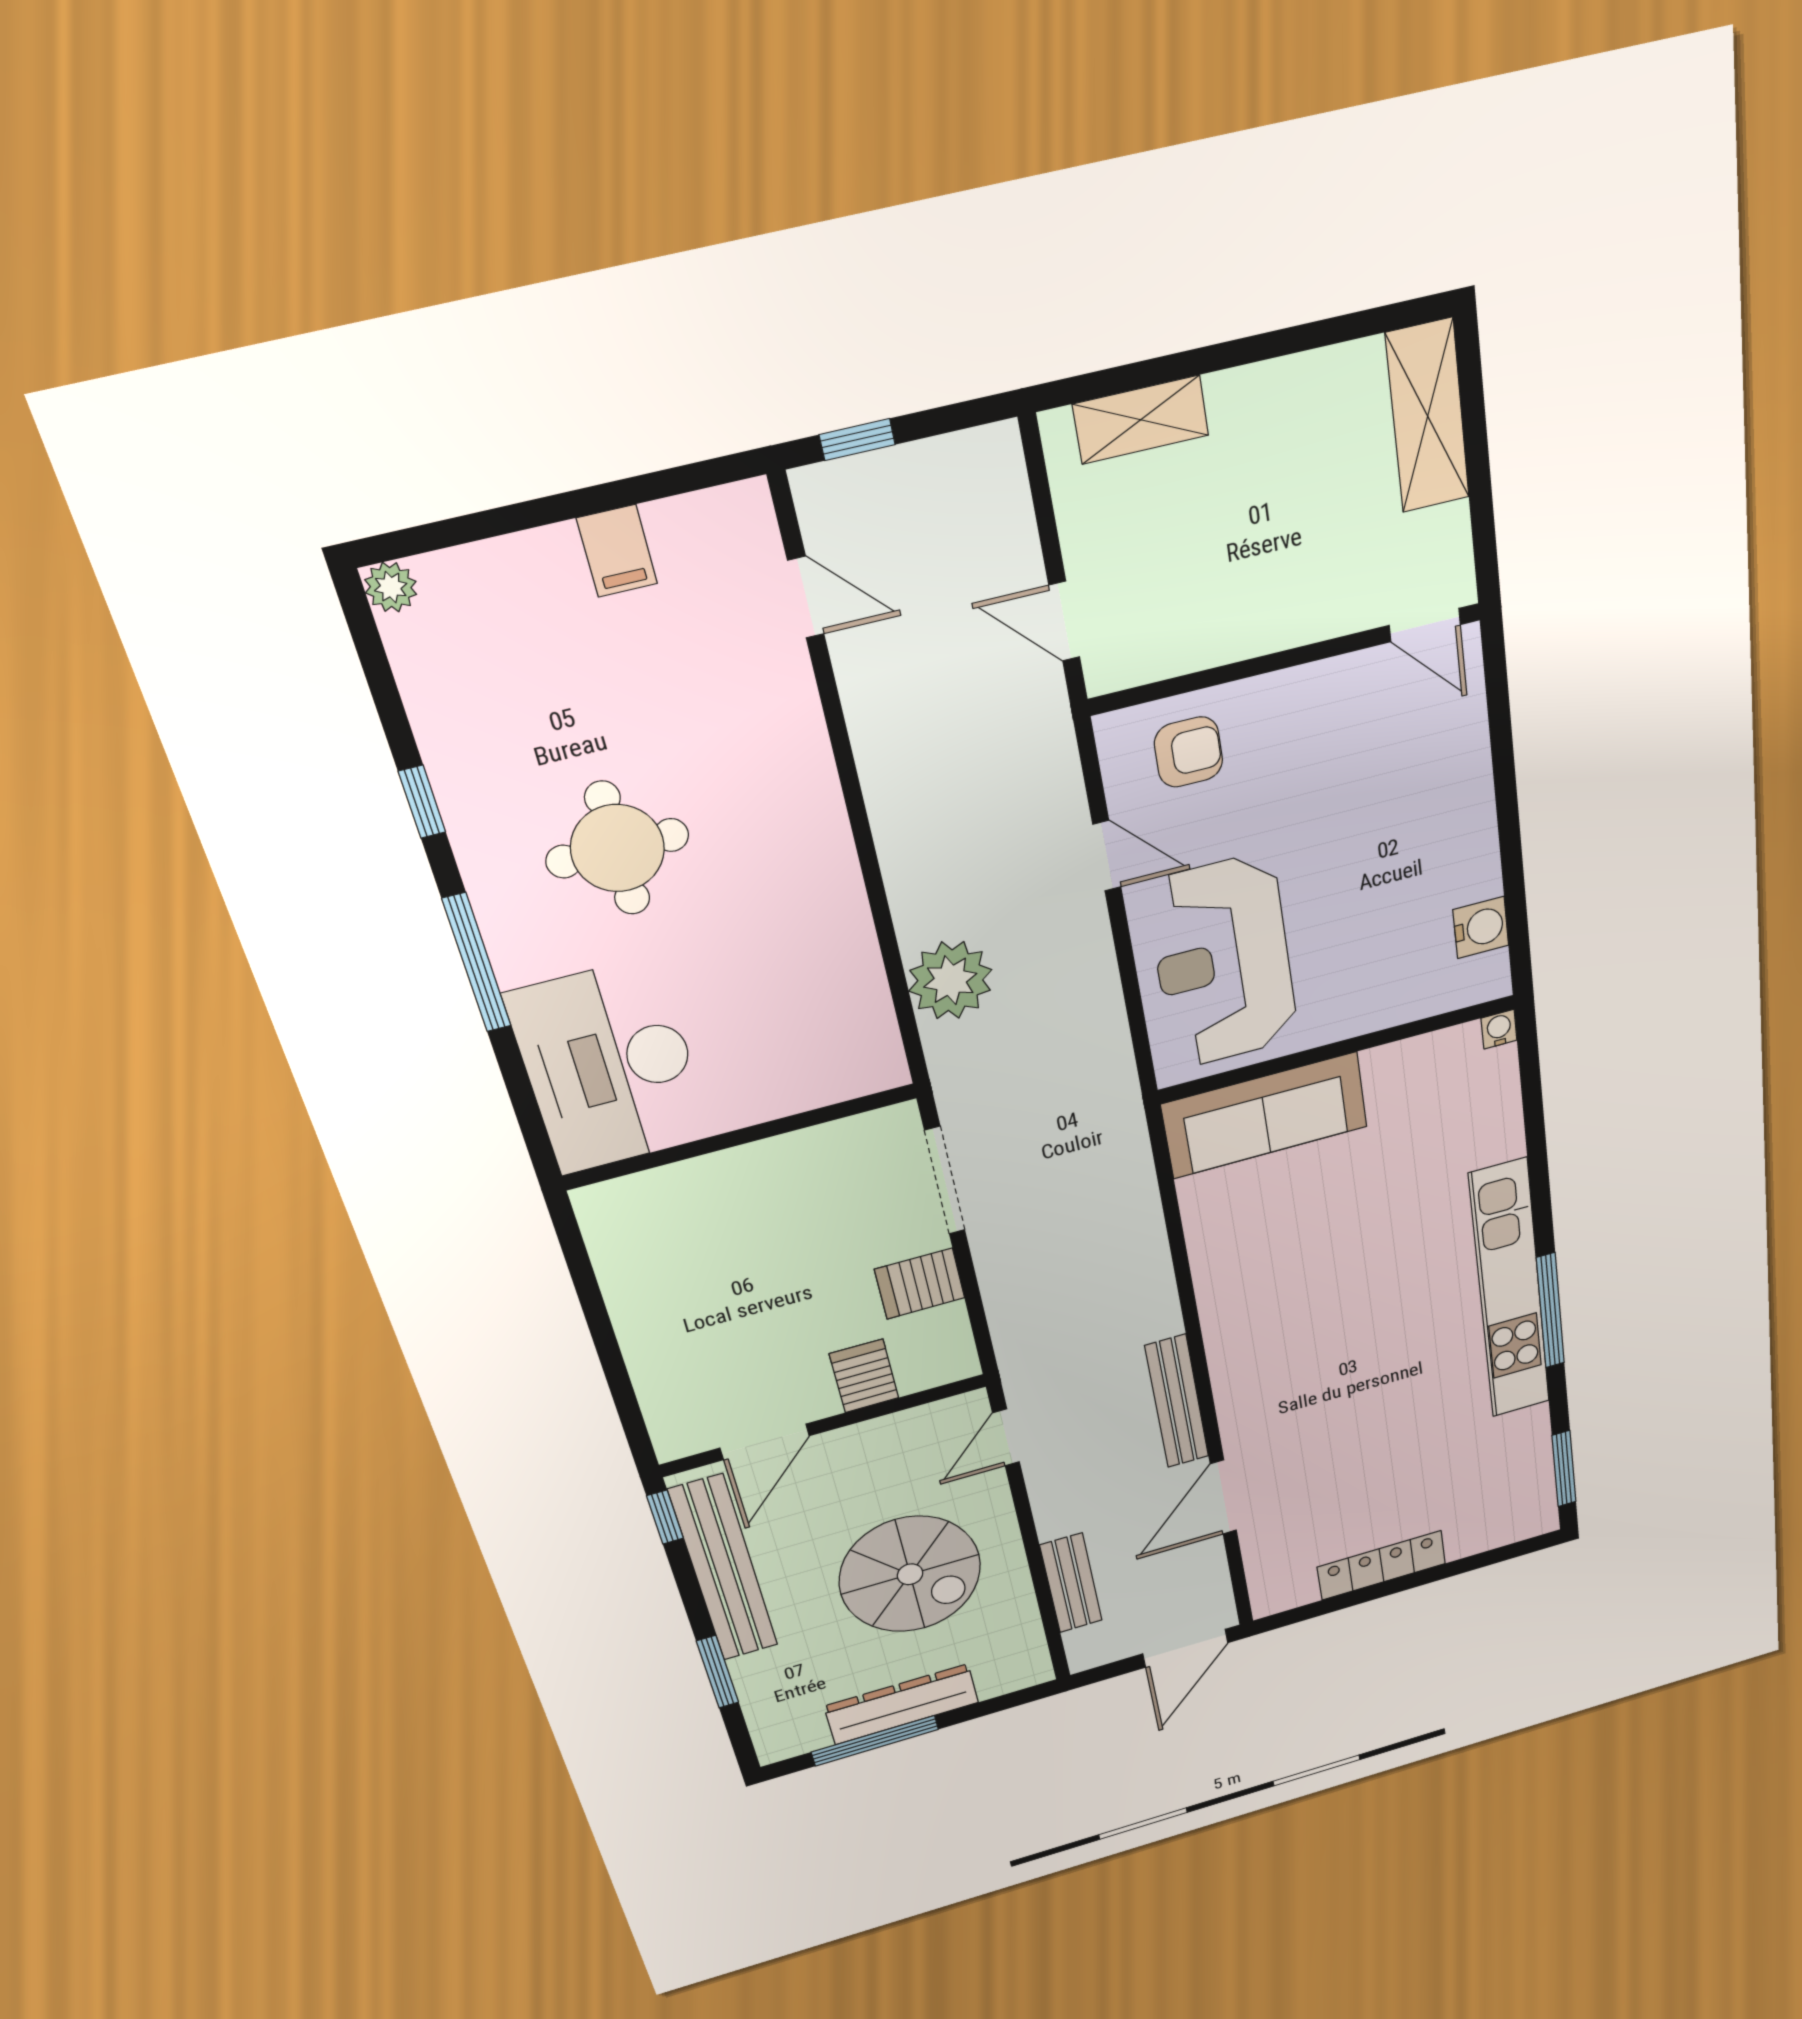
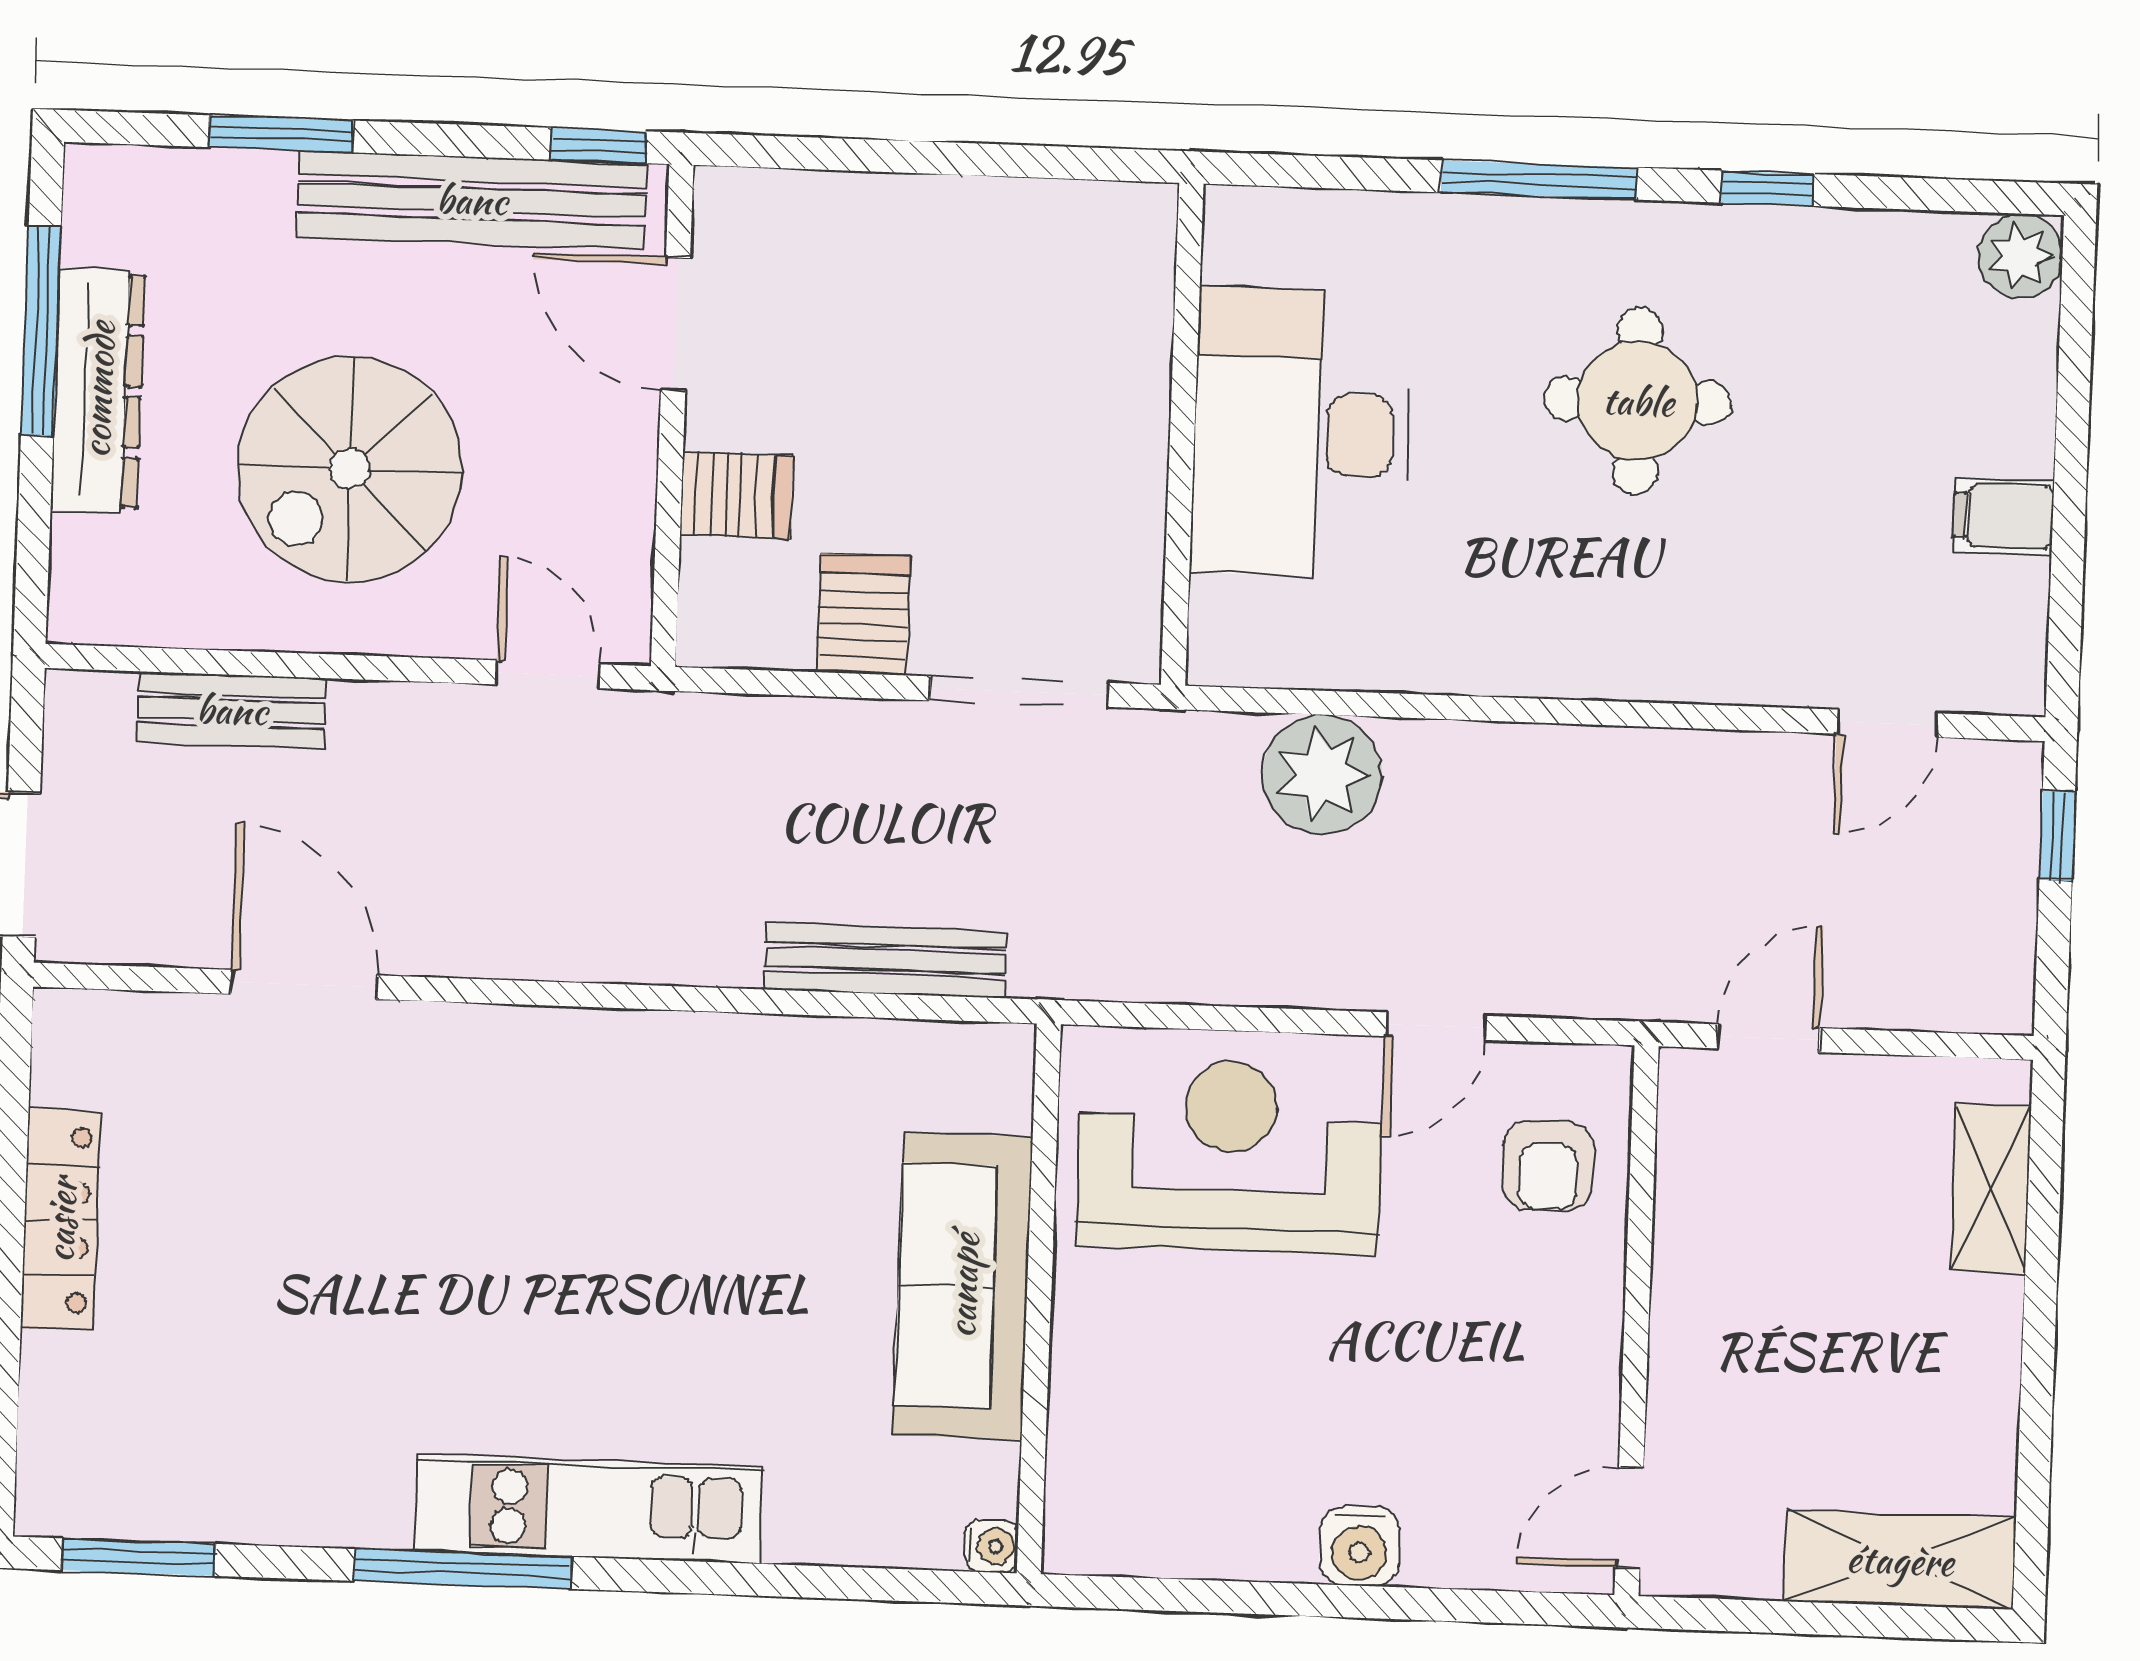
plant: (391, 587) -> (2020, 256), width x1.38, depth x1.38
water cooler: (1481, 928) -> (1360, 1546), moved
desk: (609, 1067) -> (1302, 433), moved, turned -90
sofa: (1265, 1115) -> (963, 1286), moved
kitchen unit: (1510, 1290) -> (589, 1509), width x0.73
bench: (1177, 1401) -> (886, 960), moved

